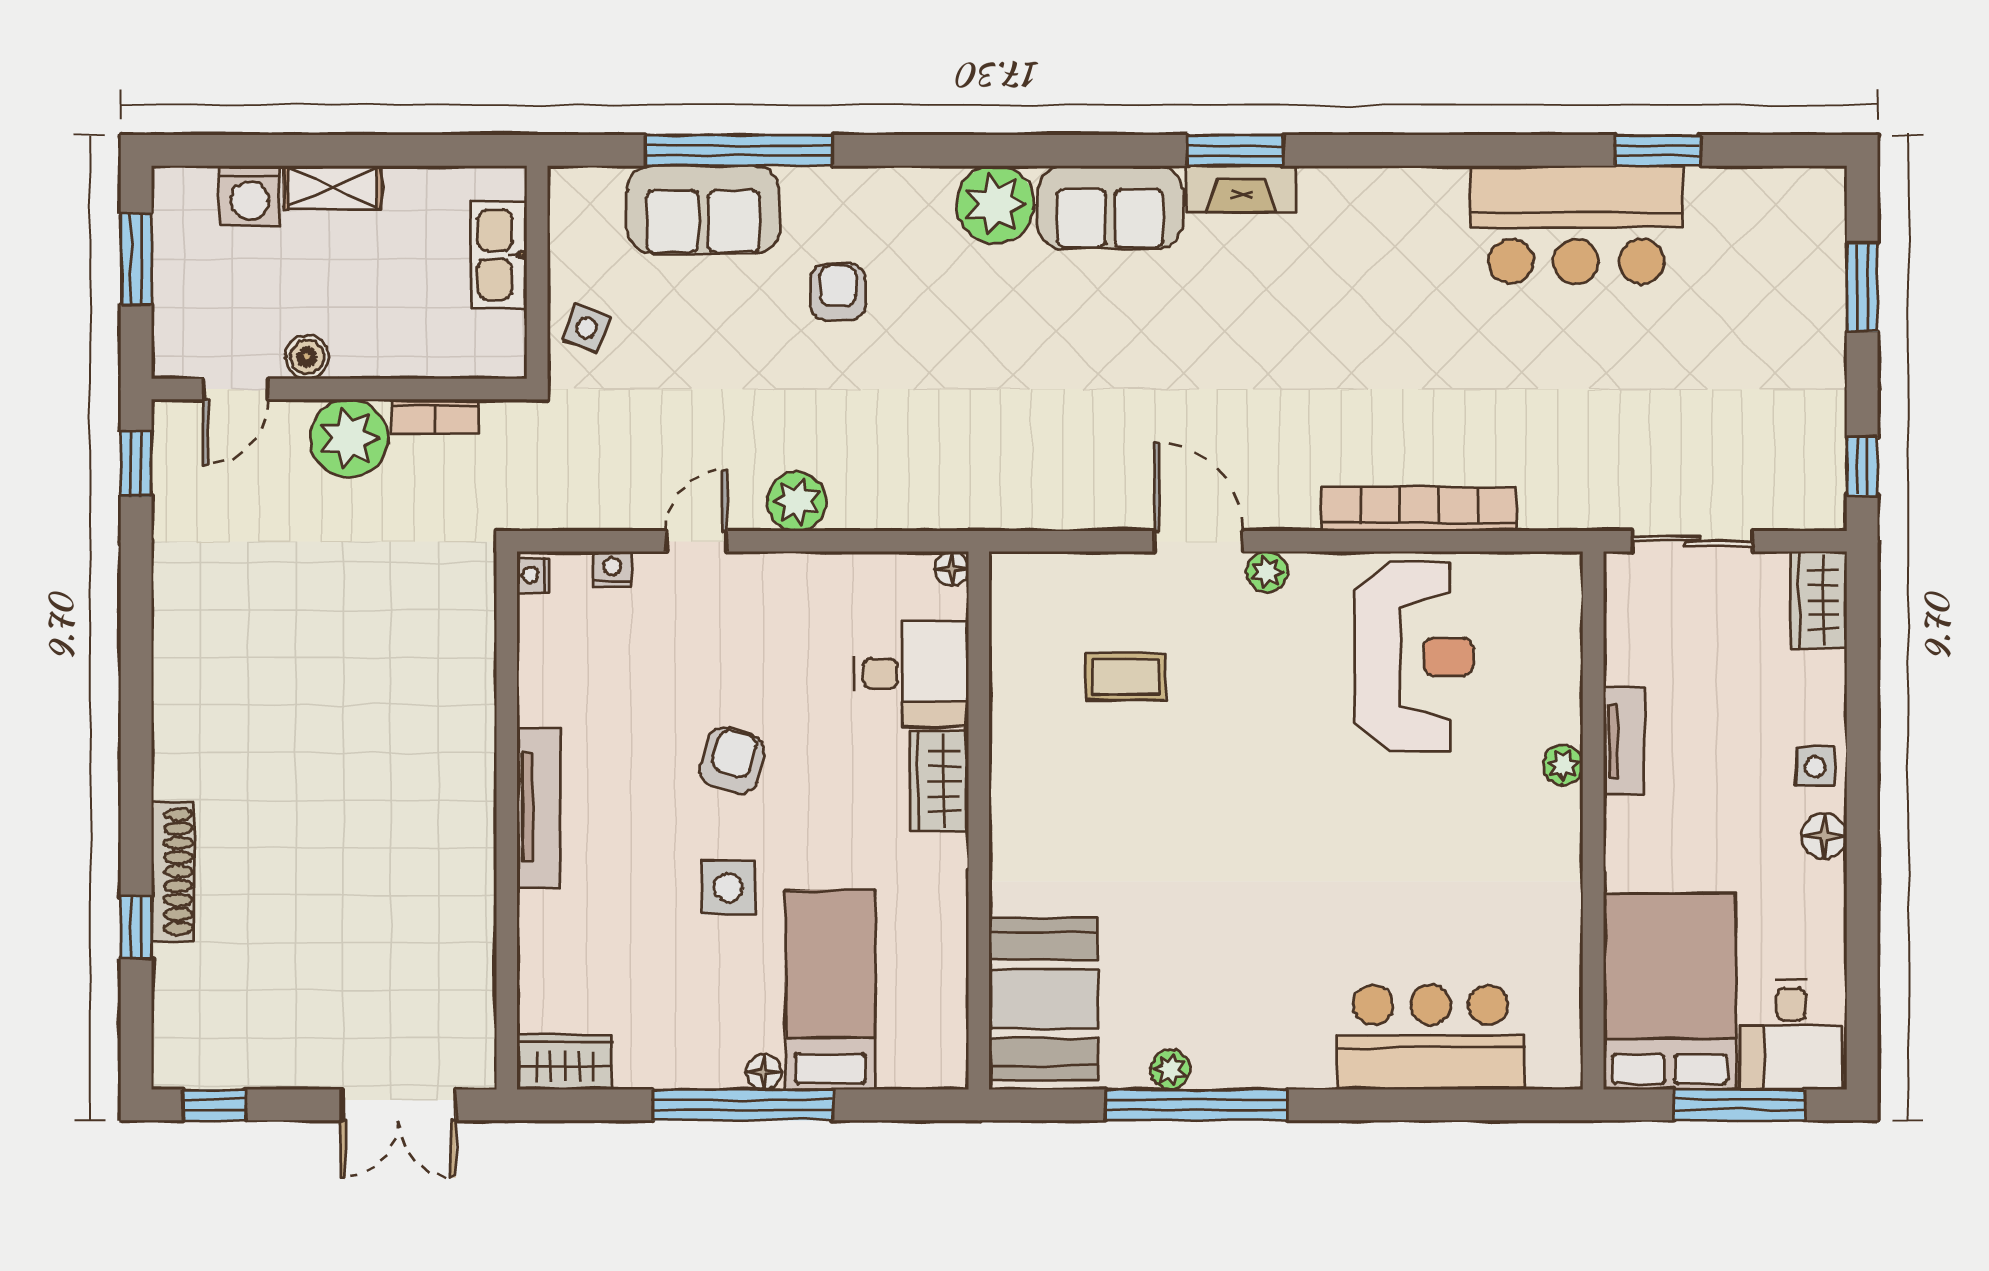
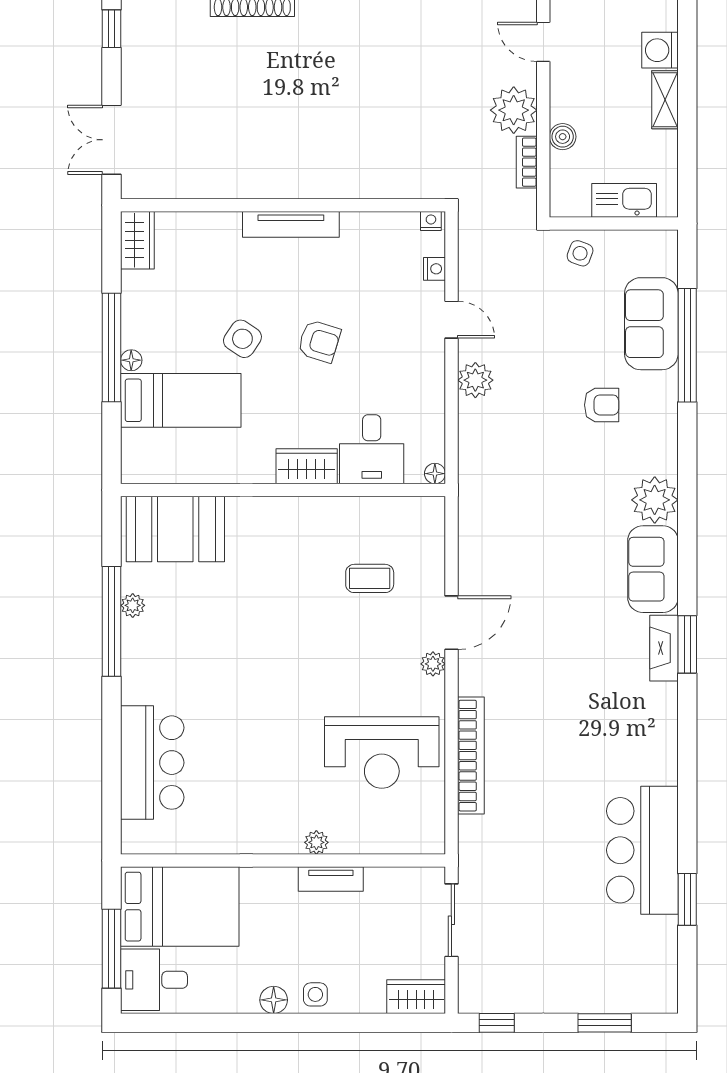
boiler: (307, 357) -> (563, 137), moved
coffee table: (1126, 677) -> (370, 578), turned 90
side table: (728, 888) -> (242, 339), turned 34

